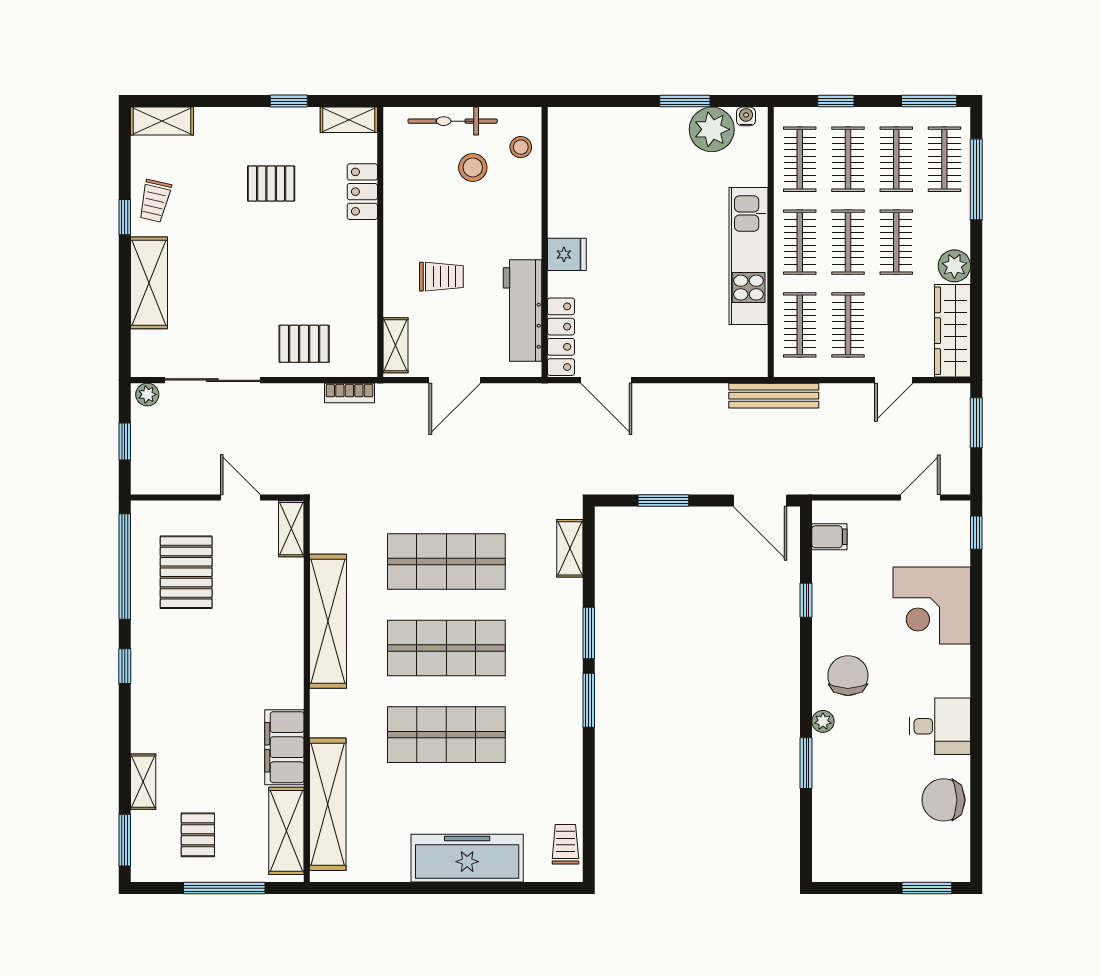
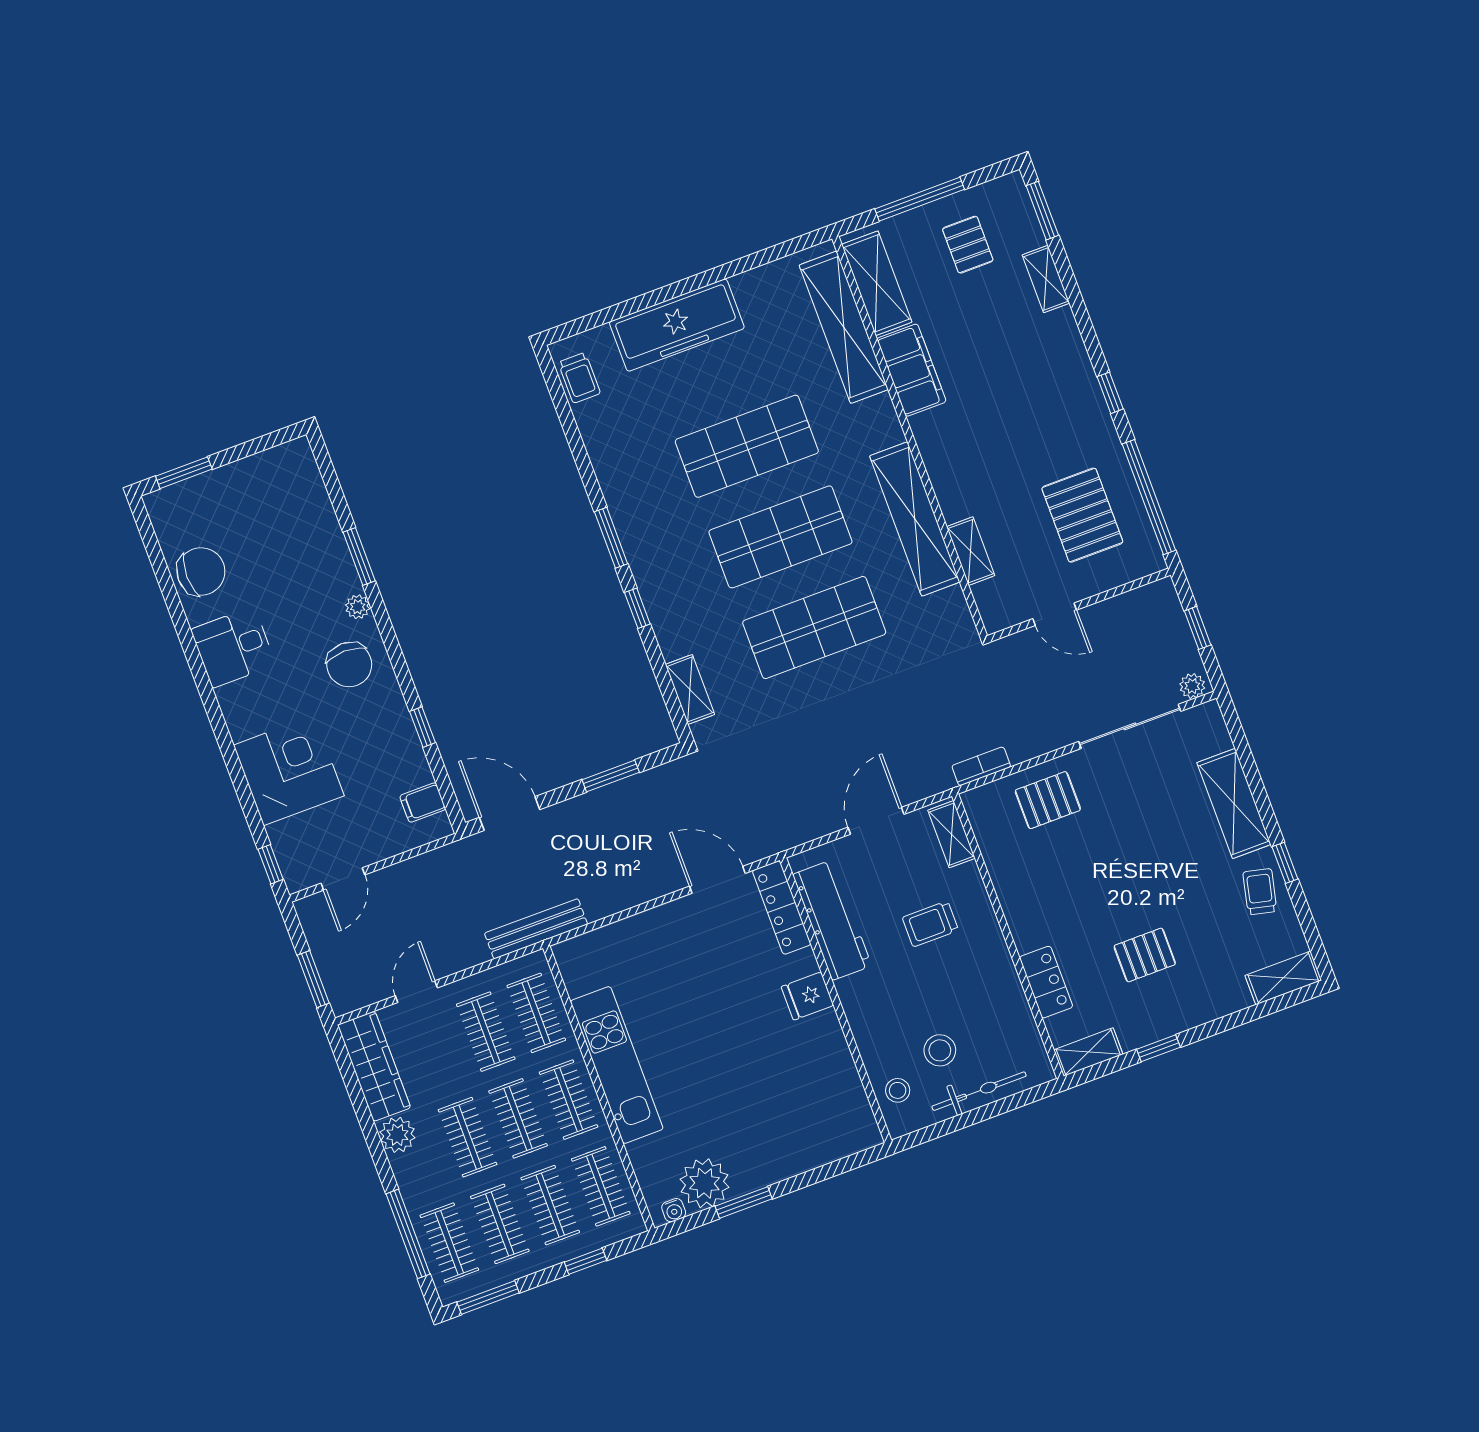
shelving: (291, 529) -> (971, 551), moved
window: (589, 633) -> (637, 608), width x0.67

